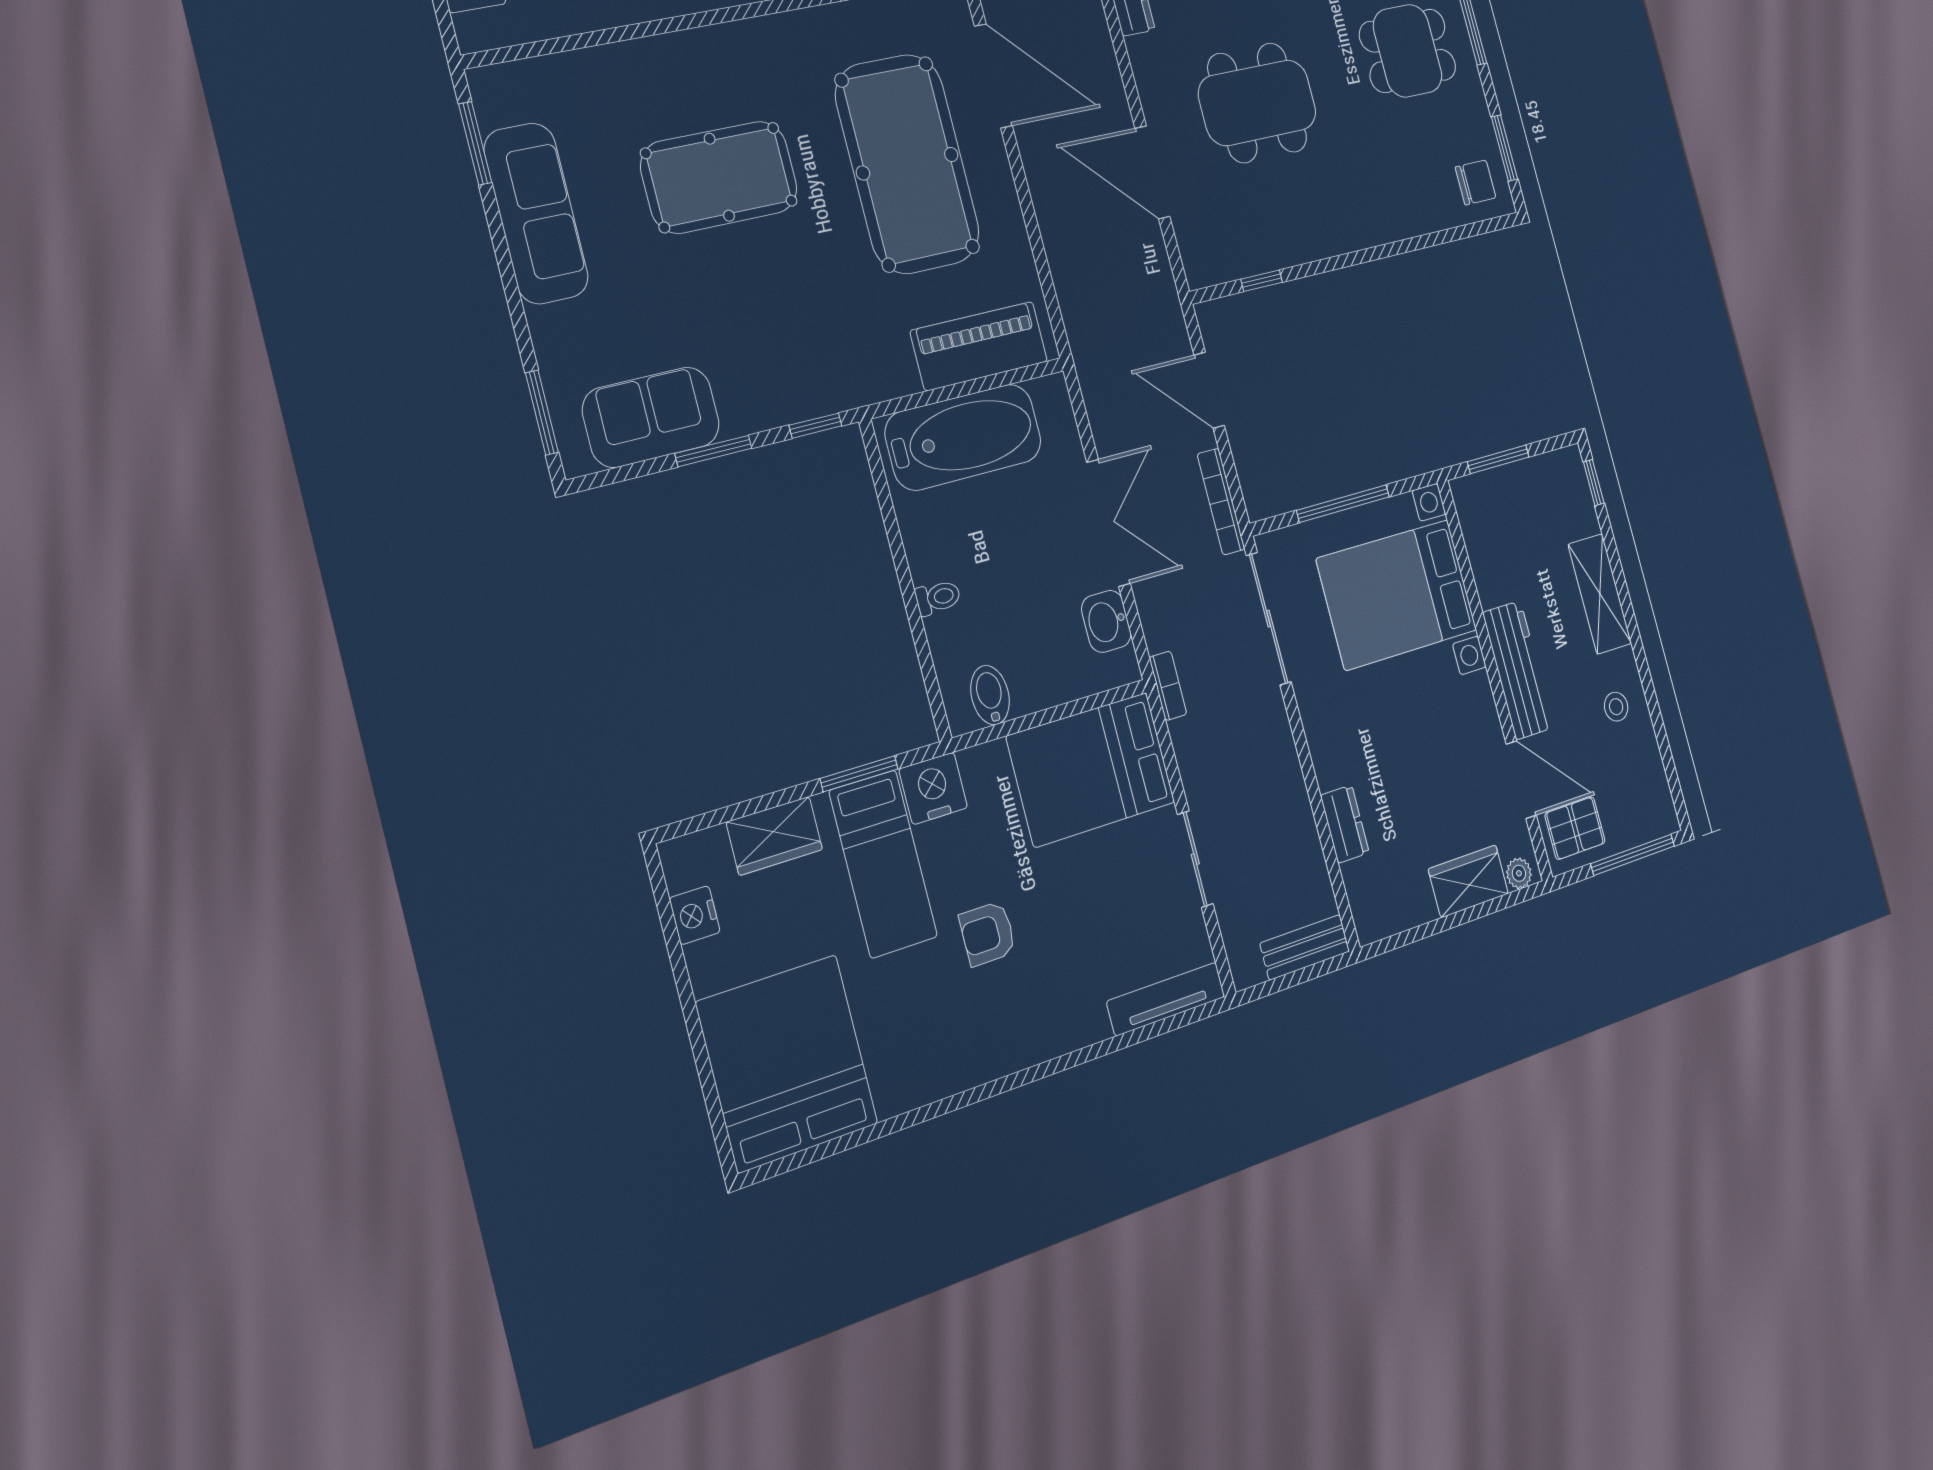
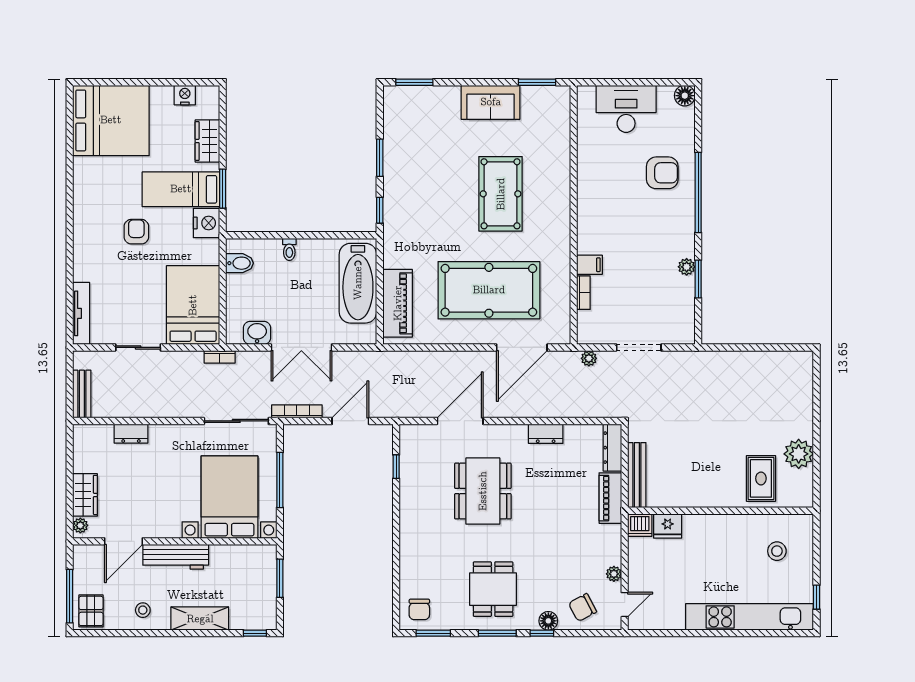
sofa: (536, 213) -> (491, 102), width x0.73
sofa: (651, 417) -> (401, 132), removed
pallet: (1575, 828) -> (91, 611), moved

